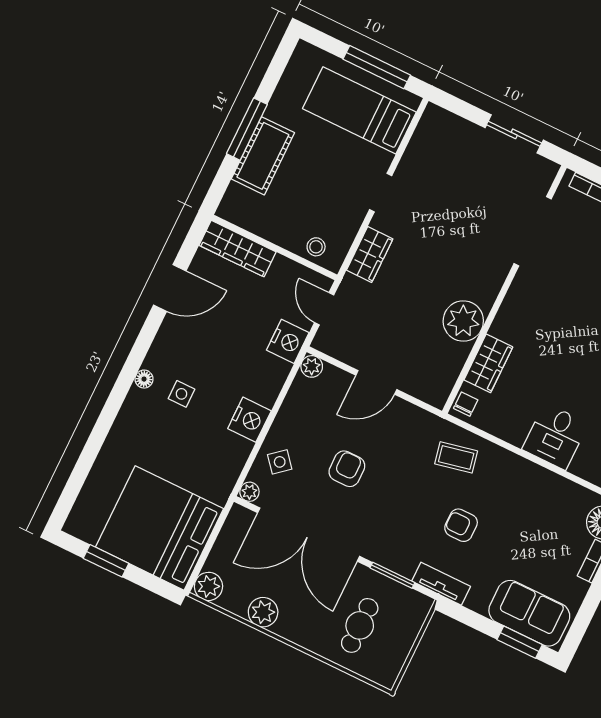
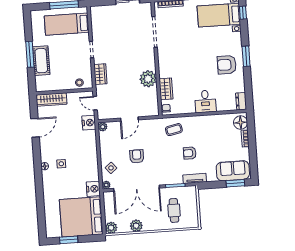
nightstand: (249, 420) -> (93, 189), moved

